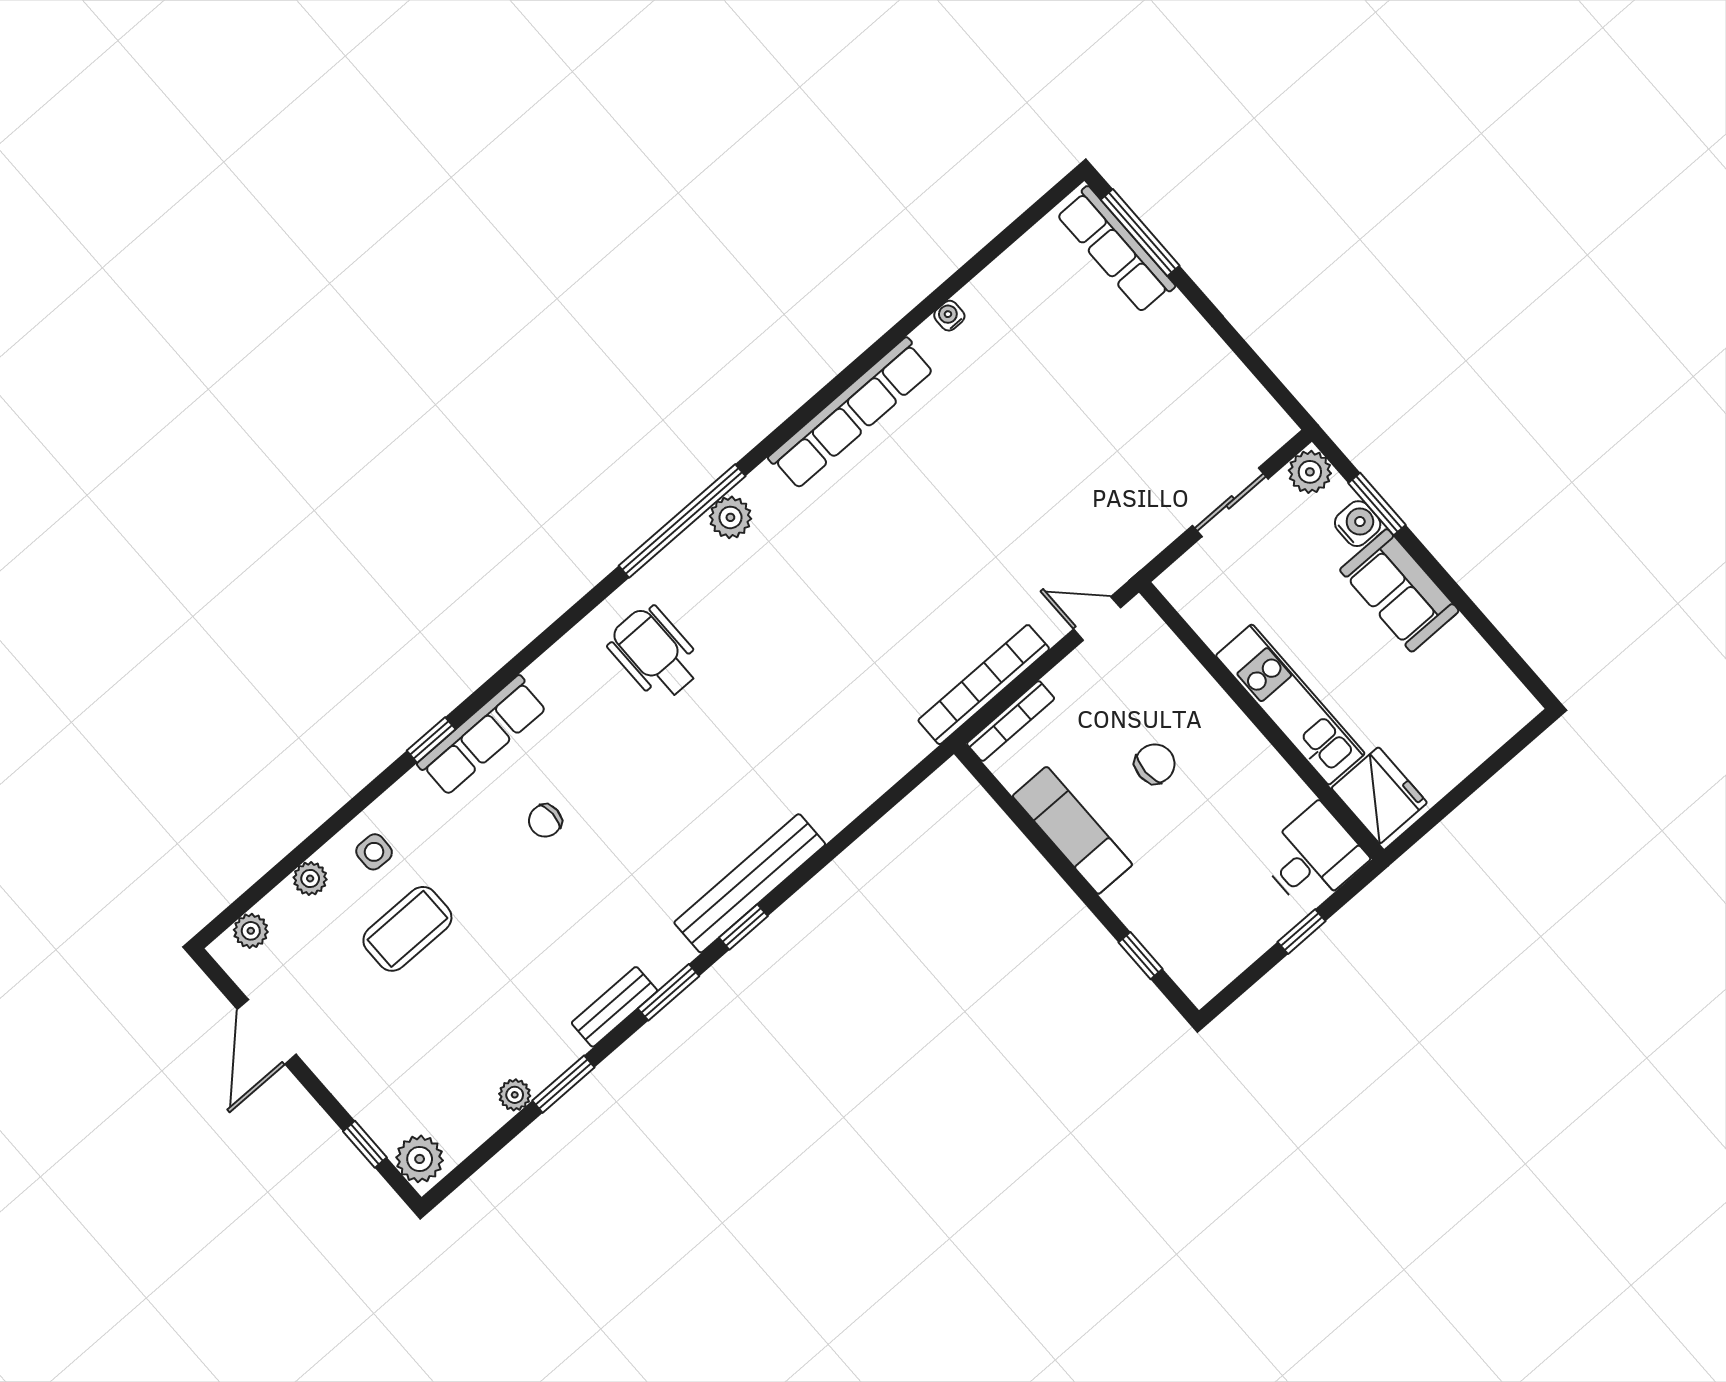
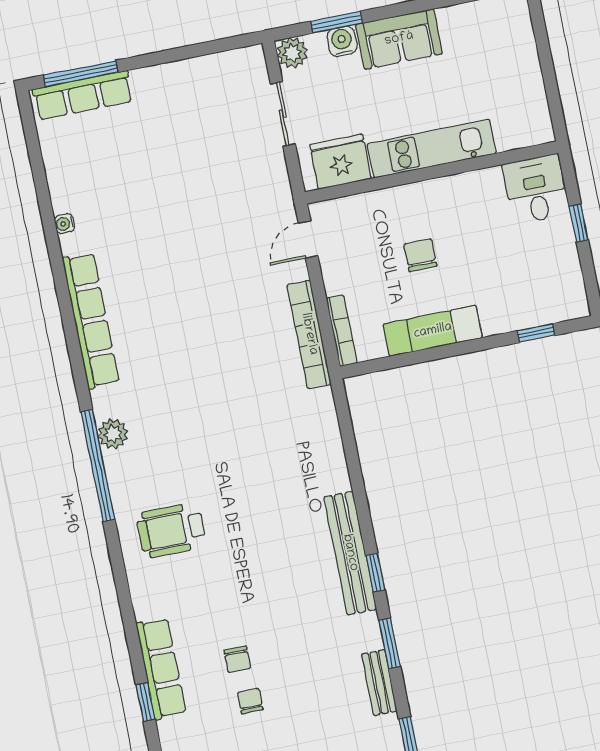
fridge: (1379, 795) -> (341, 162), moved
chair: (504, 865) -> (250, 701), added

